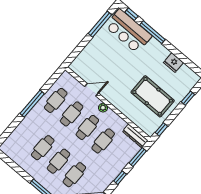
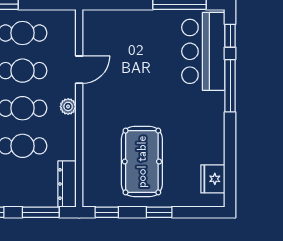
fridge: (173, 63) -> (213, 179), moved
door: (92, 90) -> (79, 70), hinge flipped
window: (188, 98) -> (159, 212), moved

